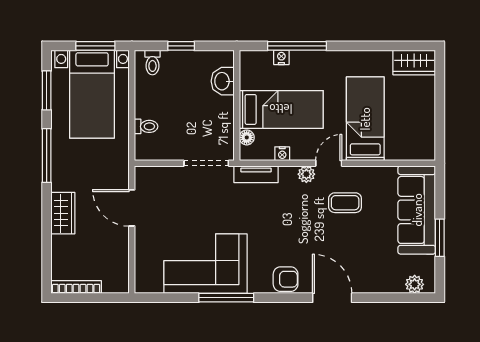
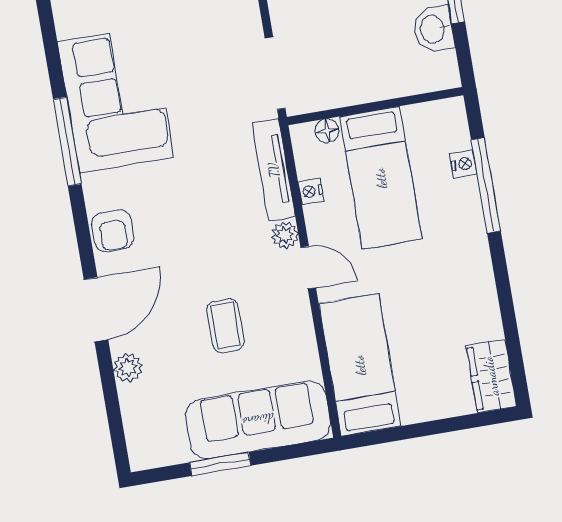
washbasin: (223, 81) -> (433, 29), moved, turned -90
bed: (365, 119) -> (360, 365), moved, turned -90
tv unit: (256, 174) -> (274, 170), width x1.41
coffee table: (345, 203) -> (225, 326), moved
plant: (415, 284) -> (128, 368), moved

